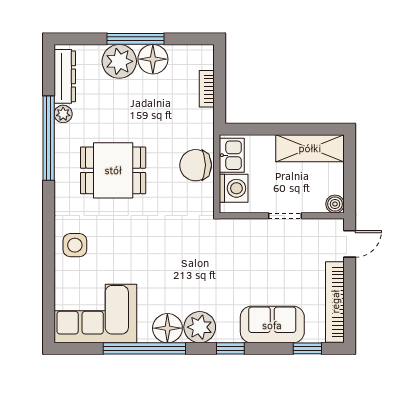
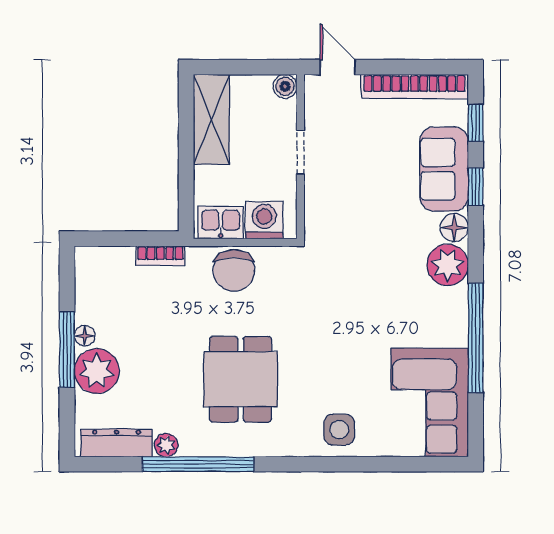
floor lamp: (153, 59) -> (85, 336), width x0.53, depth x0.53
bookcase: (207, 89) -> (160, 256), moved
floor lamp: (167, 328) -> (454, 228), moved, width x0.73, depth x0.73
window: (230, 348) -> (476, 187), moved

